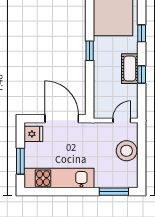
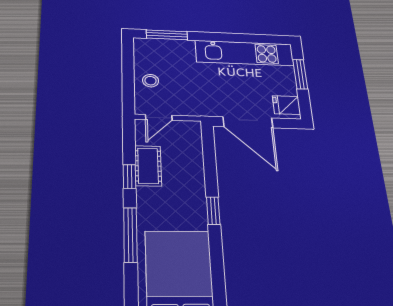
window: (142, 33) -> (130, 235), width x2.17
cot: (130, 69) -> (148, 166), moved
stool: (127, 151) -> (151, 81), width x0.53, depth x0.53

